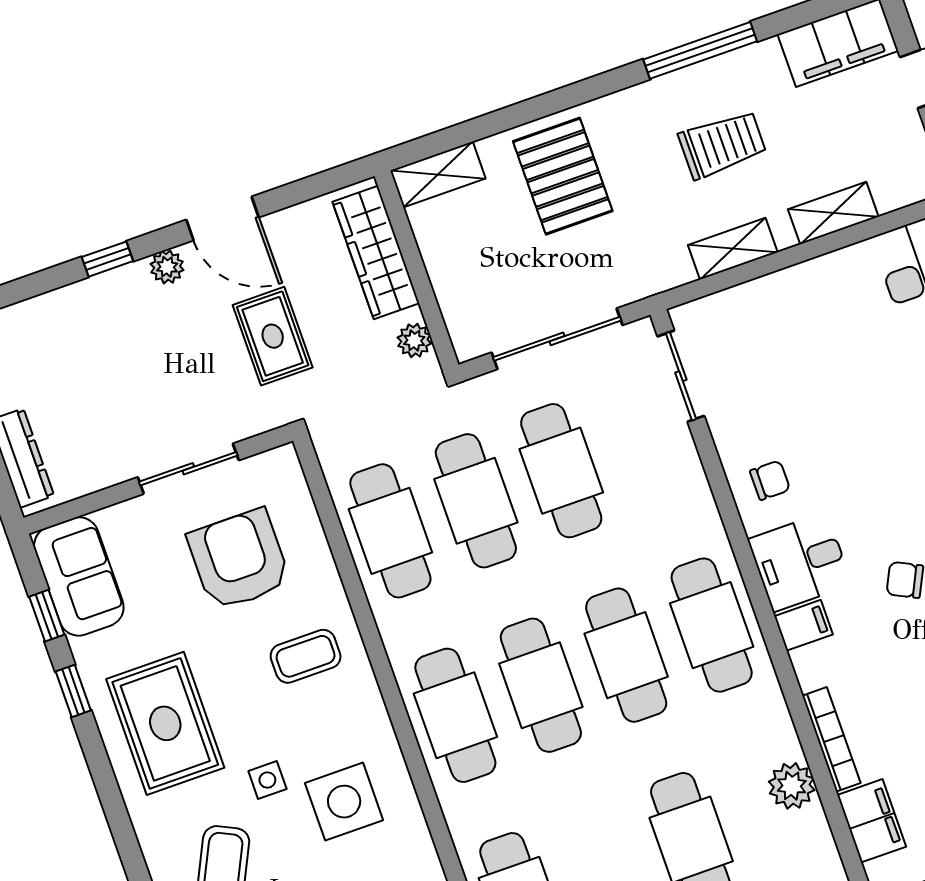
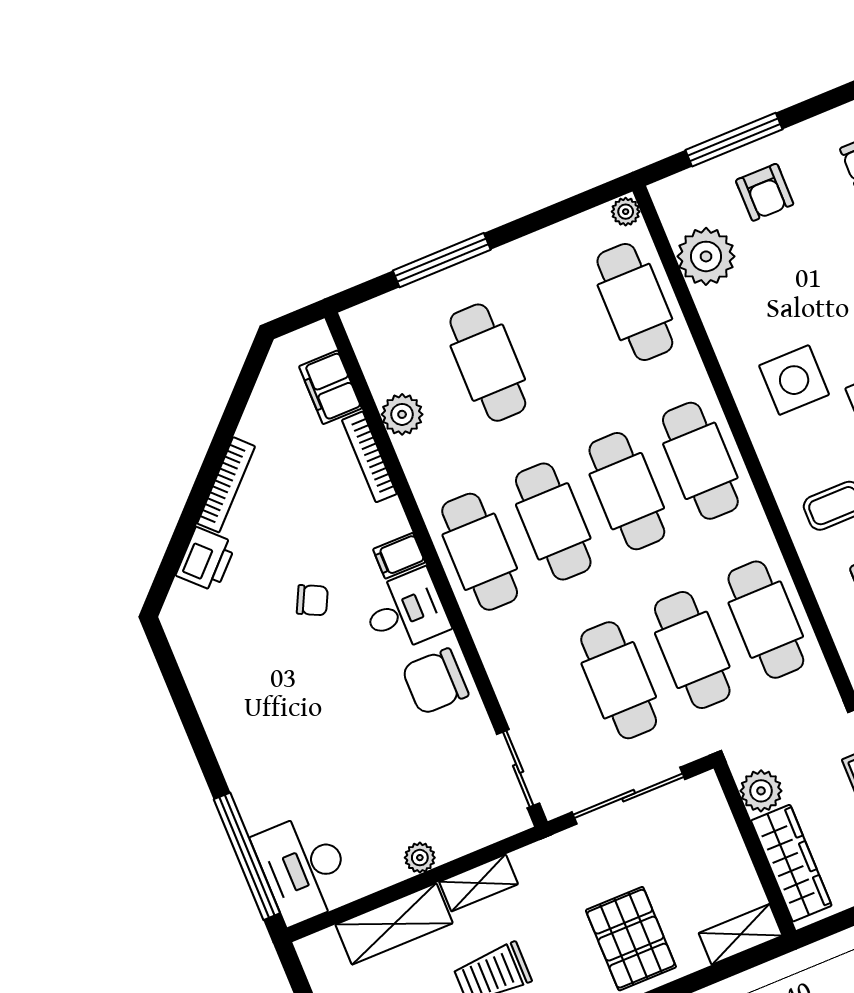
shelving: (833, 213) -> (394, 924), width x1.50, depth x1.33
plant: (798, 281) -> (420, 858), added
plant: (414, 340) -> (761, 791), width x1.38, depth x1.38
chair: (770, 480) -> (435, 681), width x1.87, depth x1.87

